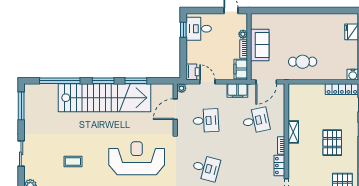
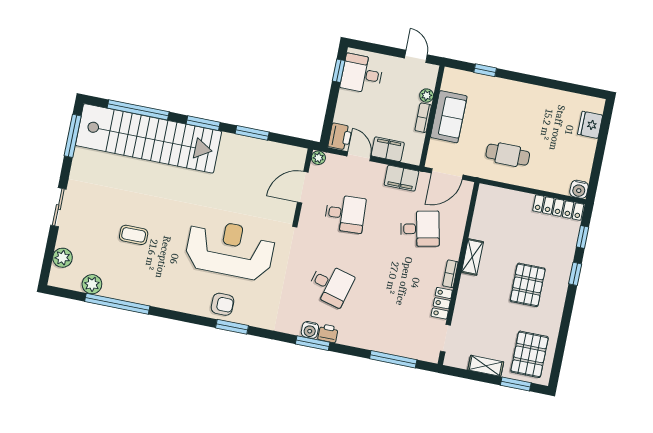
window: (277, 11) -> (485, 70), added
filing cabinet: (241, 69) -> (388, 149), moved, turned 90
stairs: (105, 98) -> (148, 138), moved

